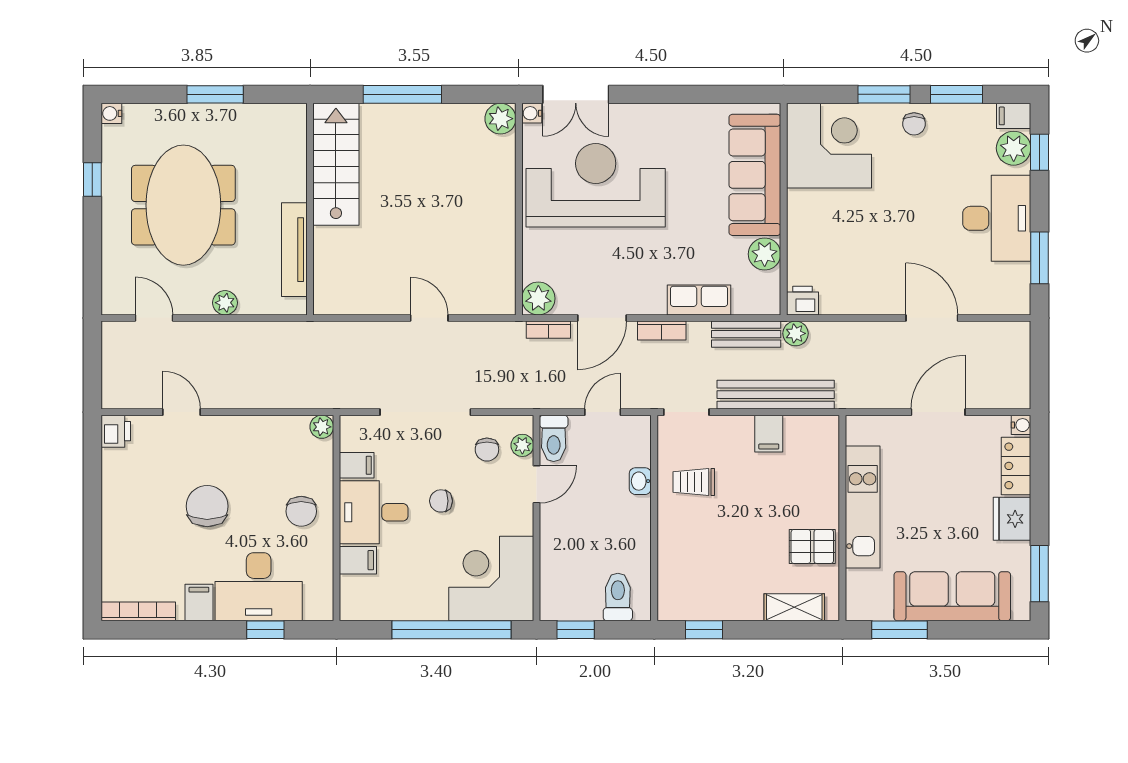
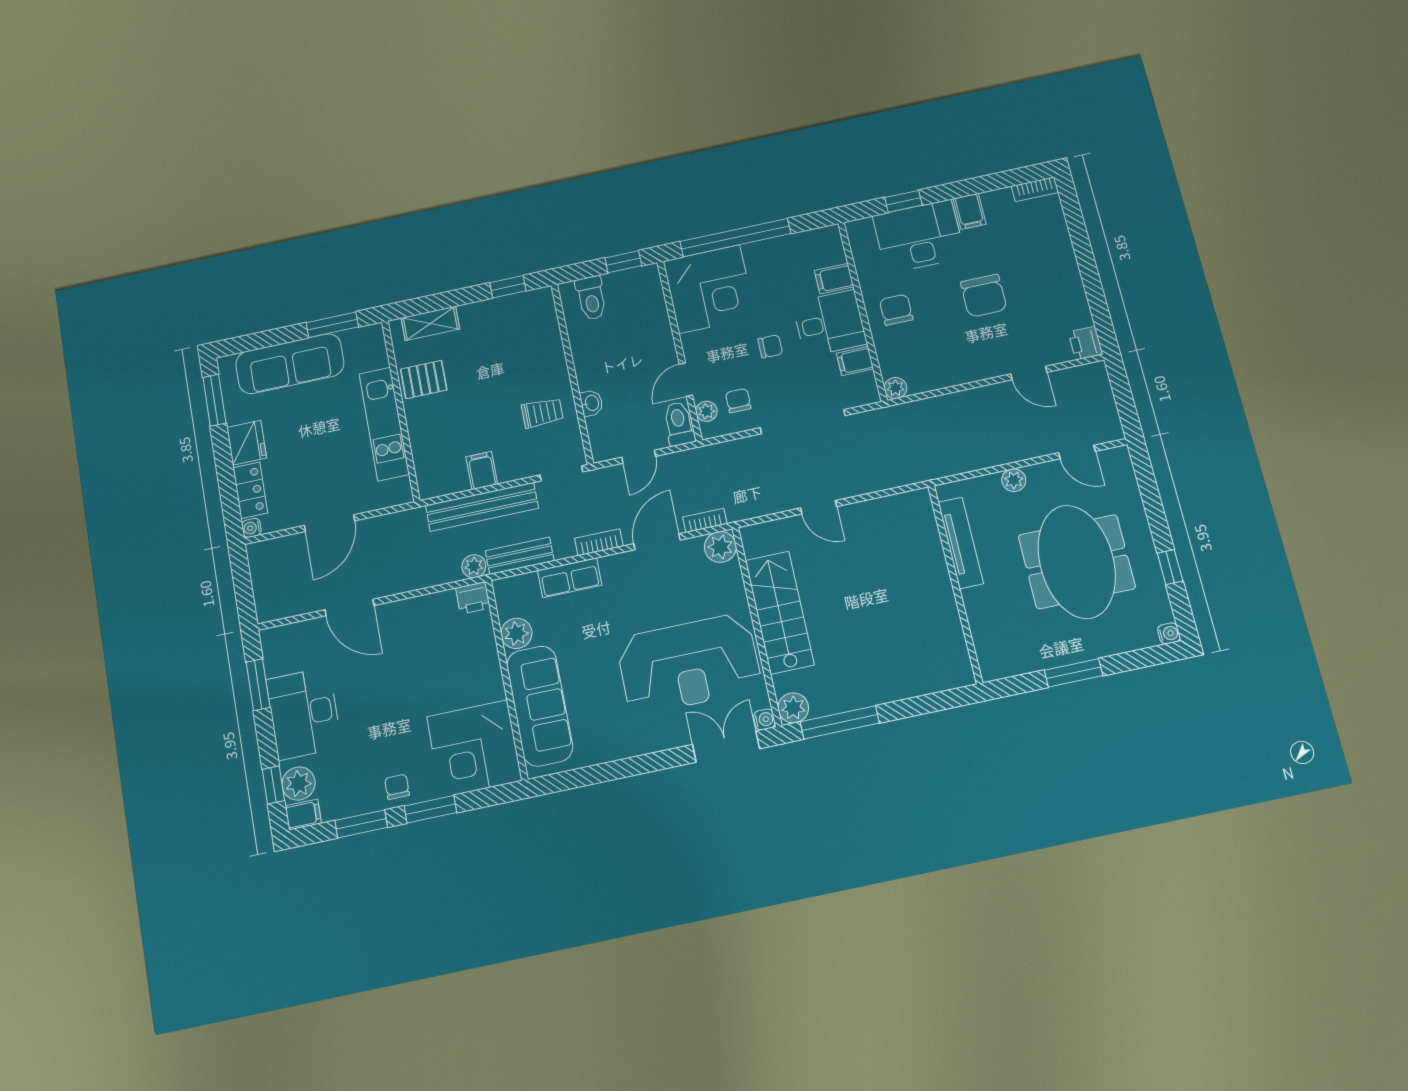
window: (402, 94) -> (840, 722), moved
stairs: (336, 164) -> (780, 612), moved, turned 180
bookcase: (138, 611) -> (1035, 189), width x0.64

